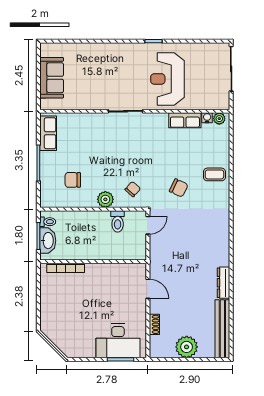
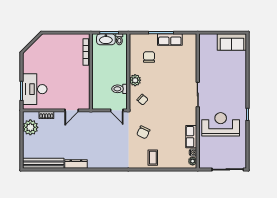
sofa: (52, 78) -> (232, 42), moved
row of seats: (48, 133) -> (170, 40), moved
plant: (187, 347) -> (30, 127), moved

